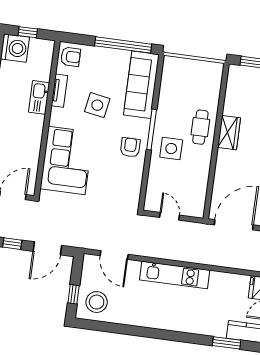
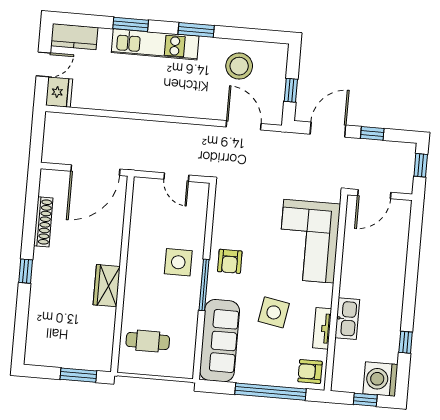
window: (123, 45) -> (270, 392), moved
cafe table: (200, 127) -> (148, 341), moved, turned 90
kitchen unit: (175, 275) -> (155, 44), moved, turned 180
window: (74, 294) -> (291, 90), moved
stool: (97, 302) -> (239, 66), moved
window: (148, 332) -> (196, 30), added
window: (227, 343) -> (131, 24), moved

